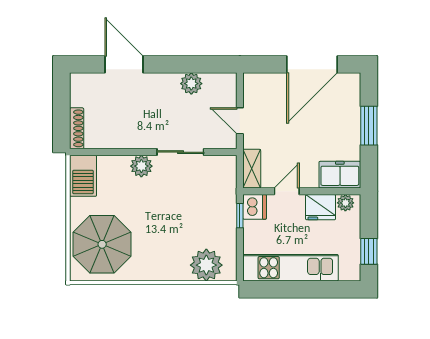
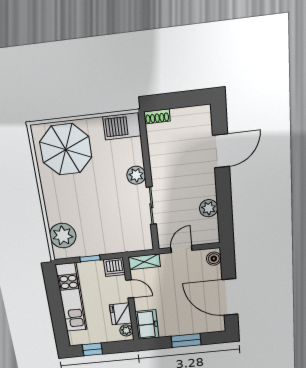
boiler: (257, 82) -> (214, 259), added
shoe rack: (77, 128) -> (157, 116), width x0.70
window: (240, 216) -> (90, 258), moved

